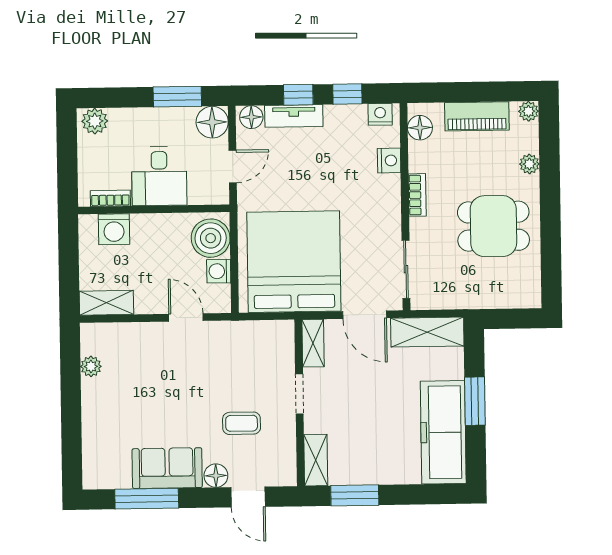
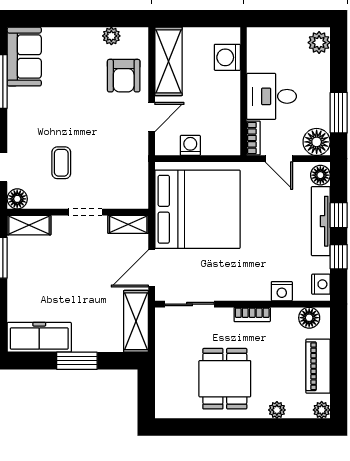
tv unit: (294, 116) -> (321, 221), width x1.41
bookcase: (110, 198) -> (253, 138), moved
boiler: (211, 238) -> (218, 139), removed
shelving: (106, 303) -> (168, 61), width x1.50, depth x1.33
armchair: (138, 351) -> (124, 76), added
freezer: (443, 432) -> (39, 337), width x0.73, depth x0.79
sofa: (167, 468) -> (24, 57), moved
floor lamp: (216, 476) -> (17, 199), moved

